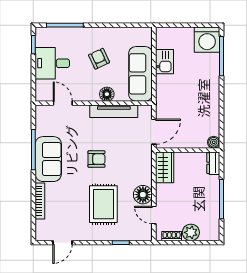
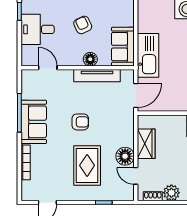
kitchen sink: (165, 62) -> (148, 55), moved, width x1.87, depth x1.24
sofa: (141, 74) -> (123, 47), width x0.73
wardrobe: (165, 167) -> (146, 144), moved

